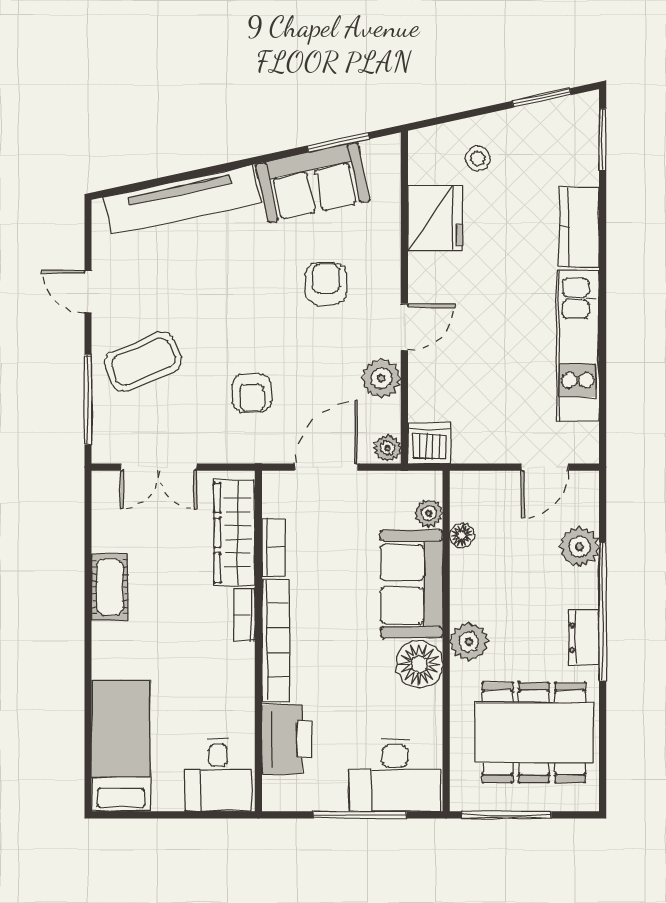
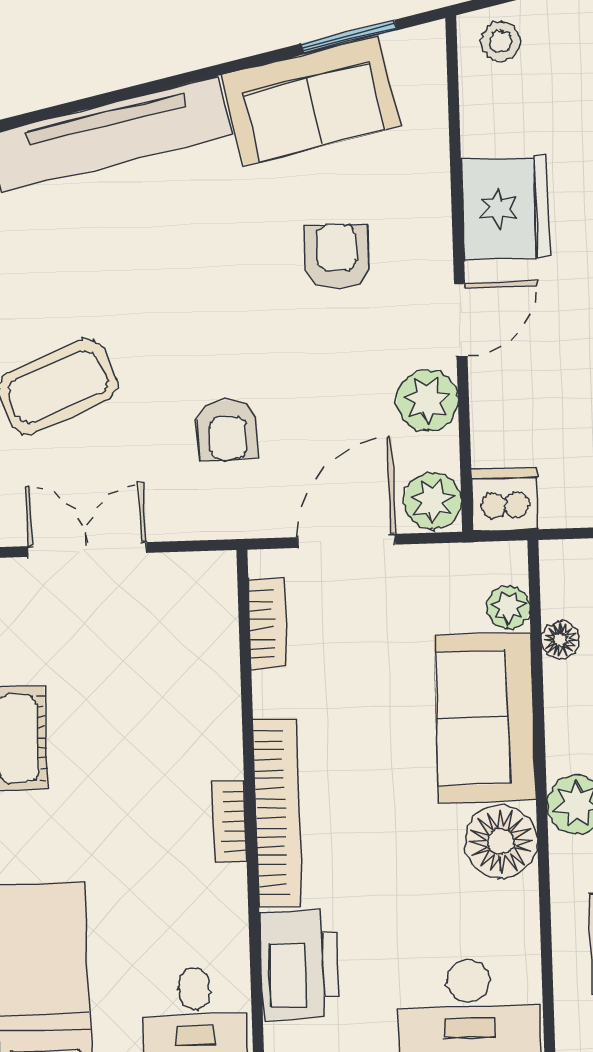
stool: (478, 158) -> (501, 41), moved
fridge: (435, 218) -> (505, 208), moved
plant: (388, 448) -> (433, 501), width x1.38, depth x1.38
double door: (159, 467) -> (87, 550), swing flipped
wardrobe: (234, 533) -> (208, 647), removed
bookcase: (273, 548) -> (268, 624), moved
bookcase: (244, 615) -> (229, 821), moved

